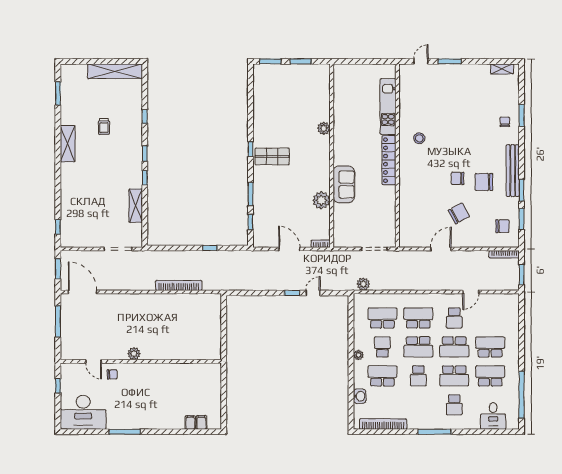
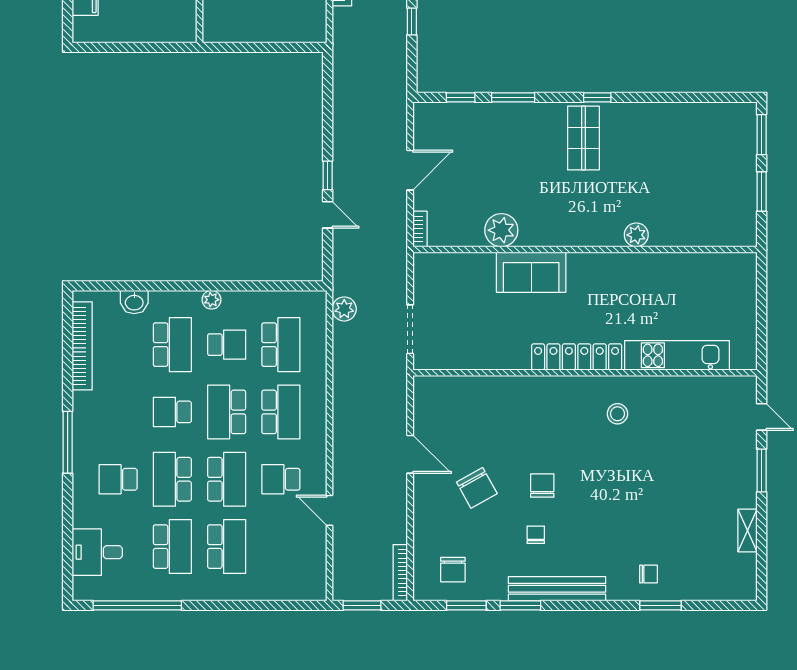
shelving: (502, 69) -> (748, 531), moved
chair: (484, 182) -> (536, 535), width x0.54, depth x0.54
school desk: (454, 347) -> (227, 479), turned 180

